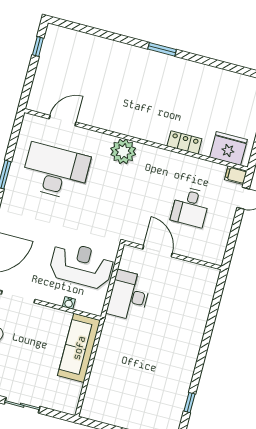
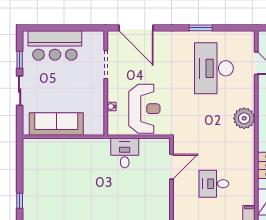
desk: (56, 172) -> (214, 68), turned 180
desk: (129, 296) -> (125, 153), width x0.73
sofa: (79, 348) -> (56, 124), moved

